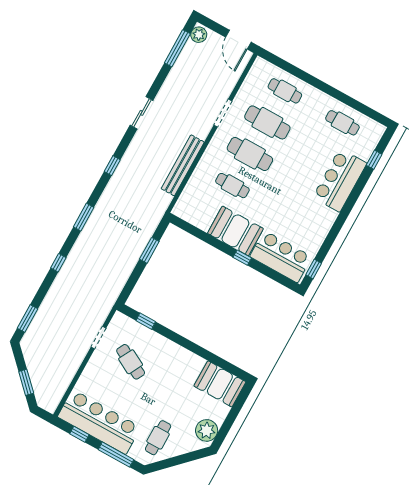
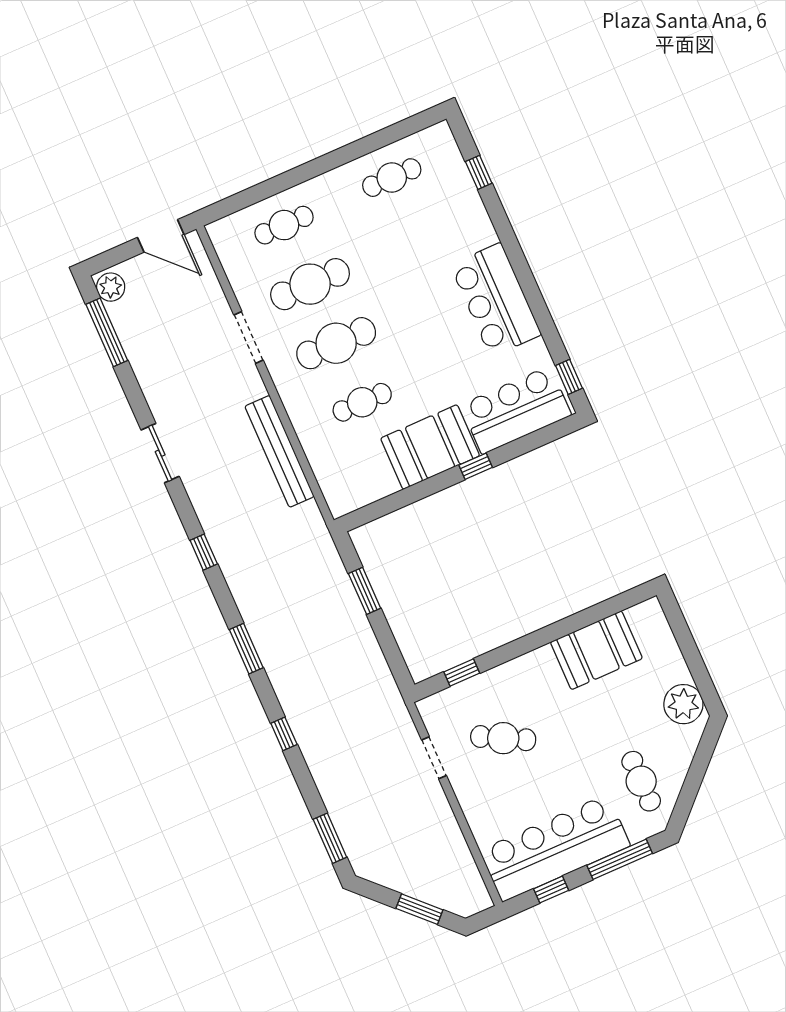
bar counter: (340, 180) -> (496, 300), moved
booth: (220, 384) -> (596, 650), moved

